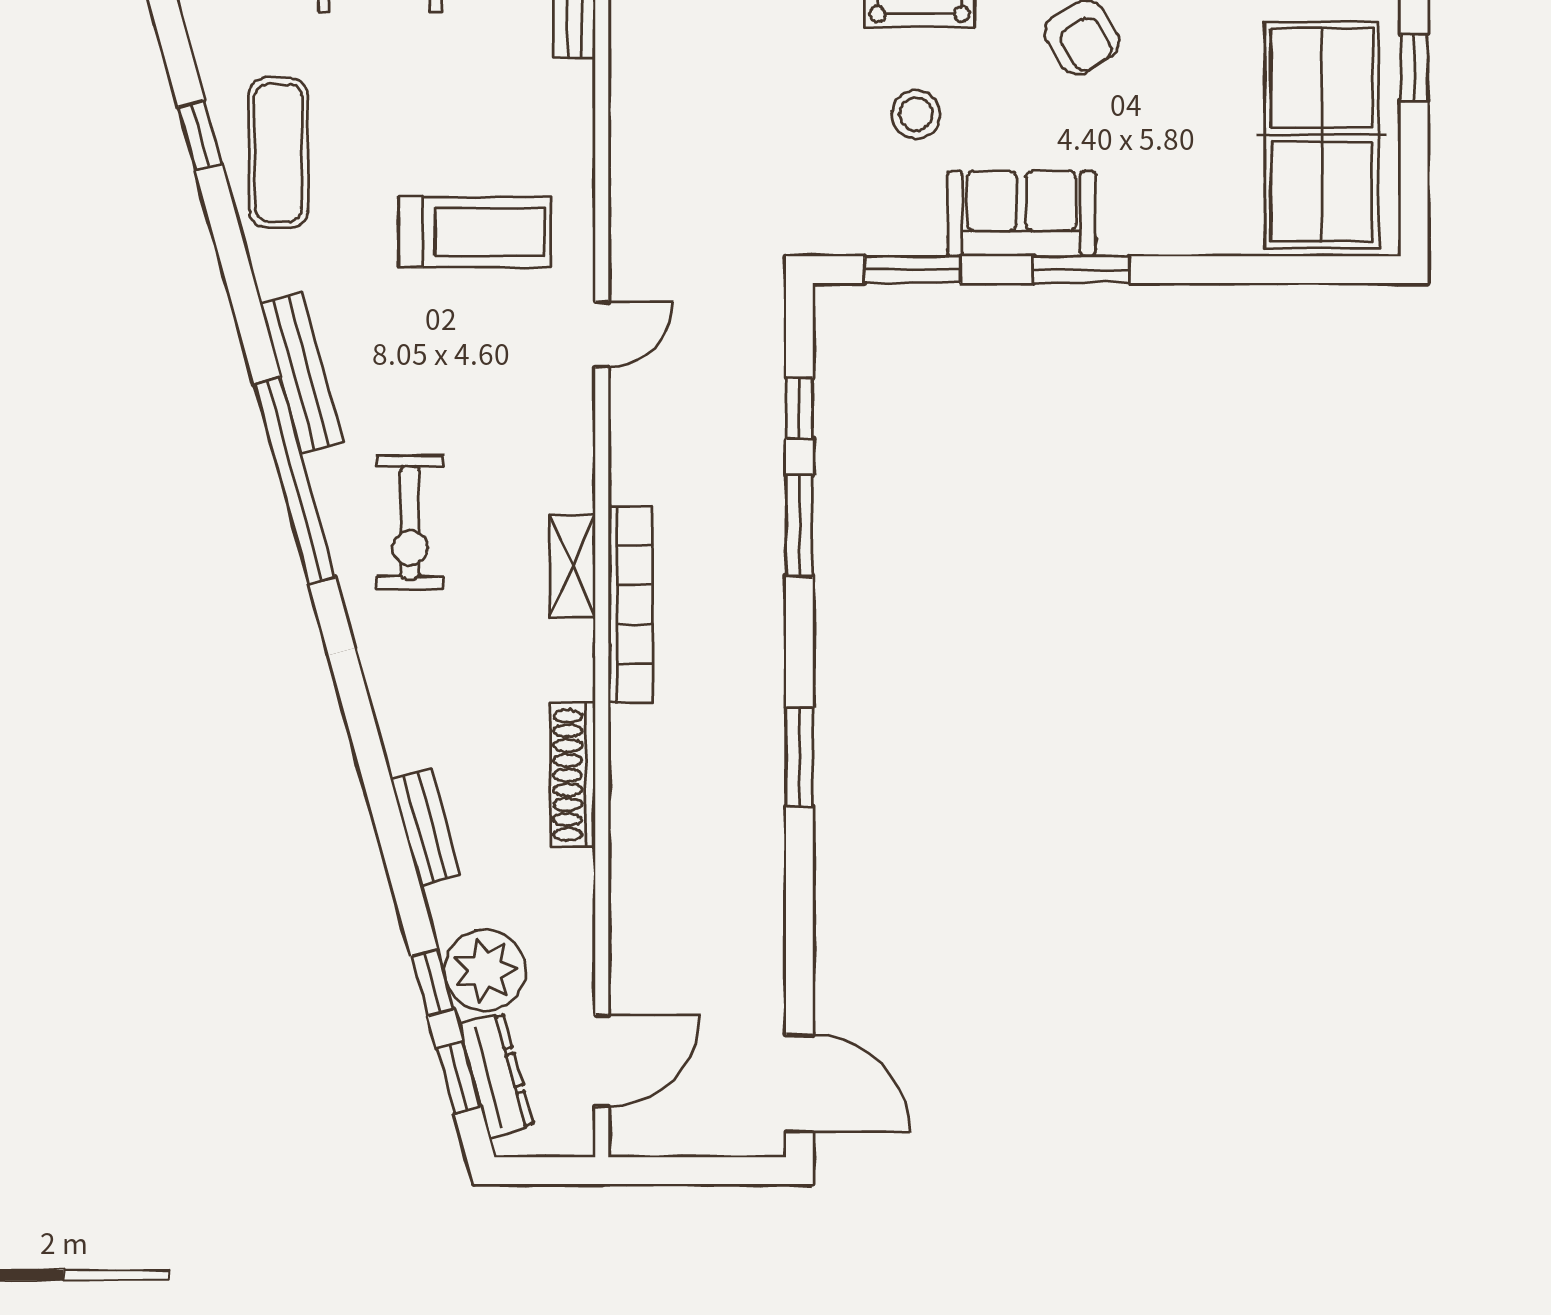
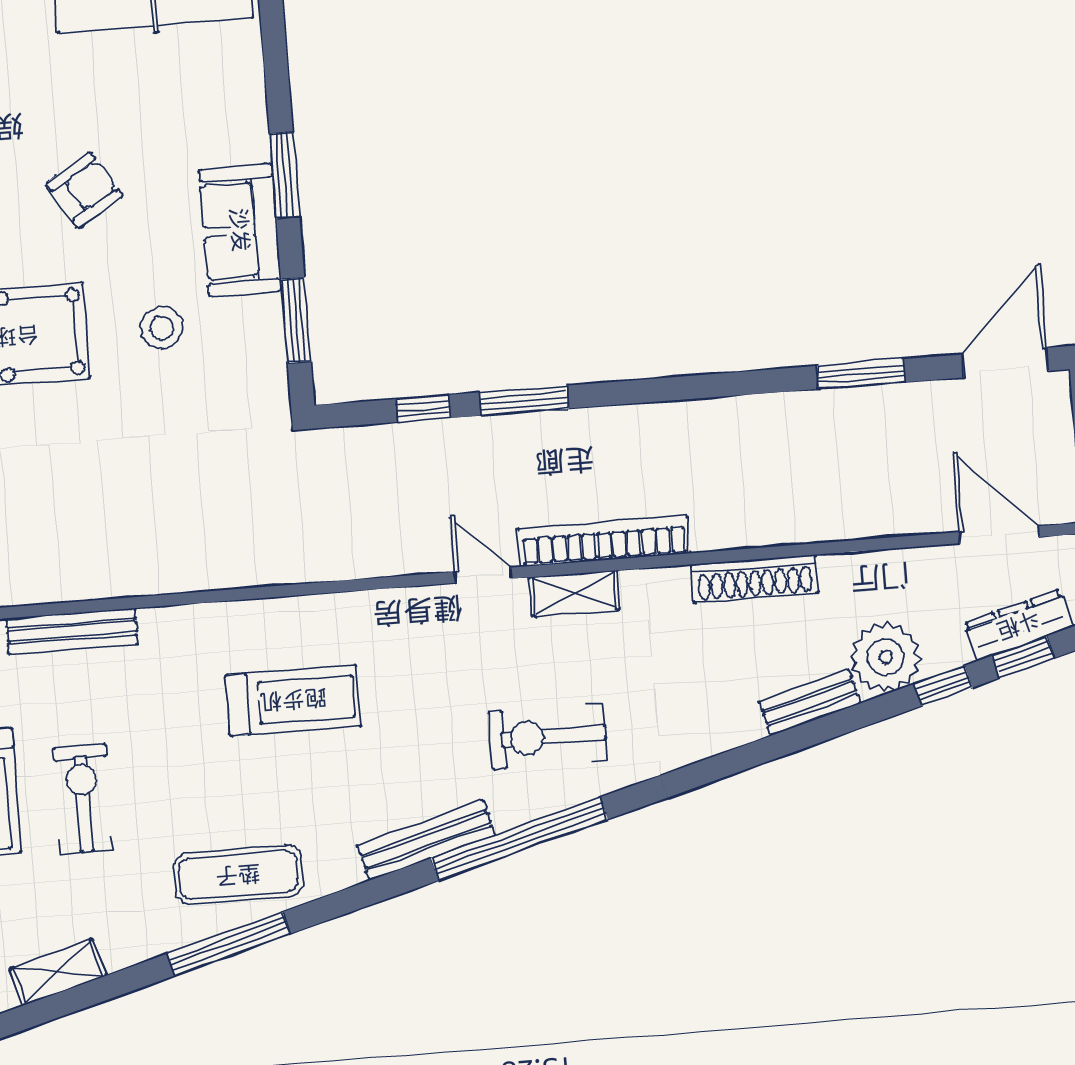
window: (200, 135) -> (229, 944), width x2.17
treadmill: (475, 232) -> (293, 700), turned 90
door: (602, 335) -> (483, 575), moved
exercise bike: (410, 522) -> (548, 736), turned 180
window: (799, 757) -> (861, 374), moved
plant: (485, 970) -> (886, 657), moved

